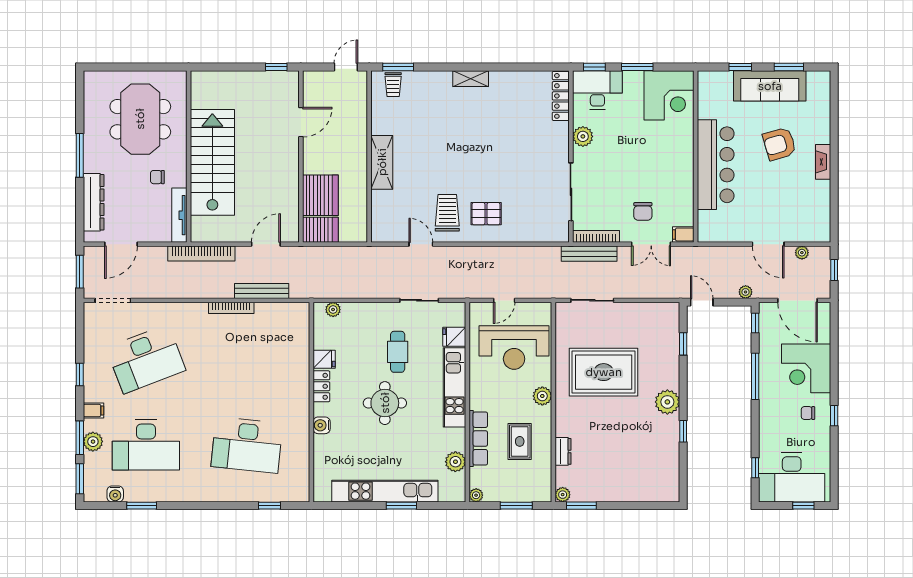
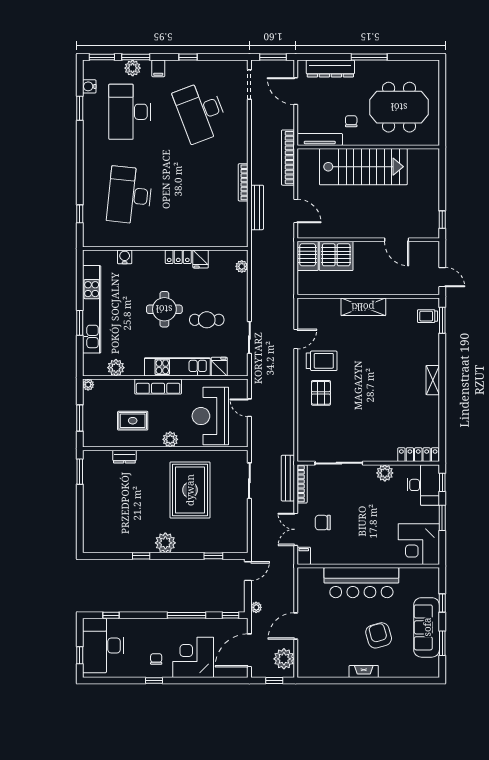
plant: (802, 253) -> (284, 659), width x1.88, depth x1.88
water cooler: (322, 425) -> (125, 257), moved
row of seats: (478, 438) -> (158, 387), moved
plant: (563, 495) -> (89, 456), removed

